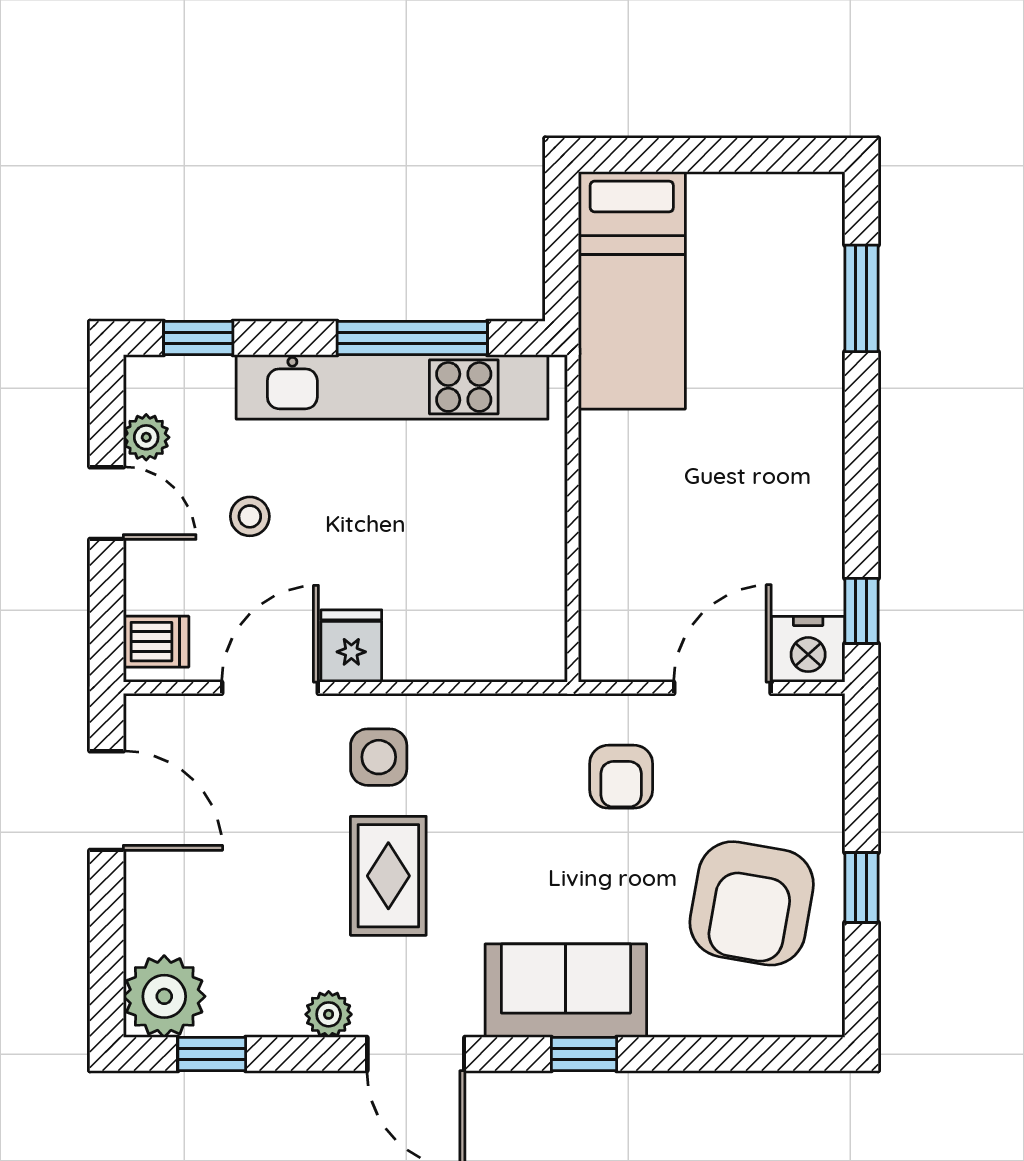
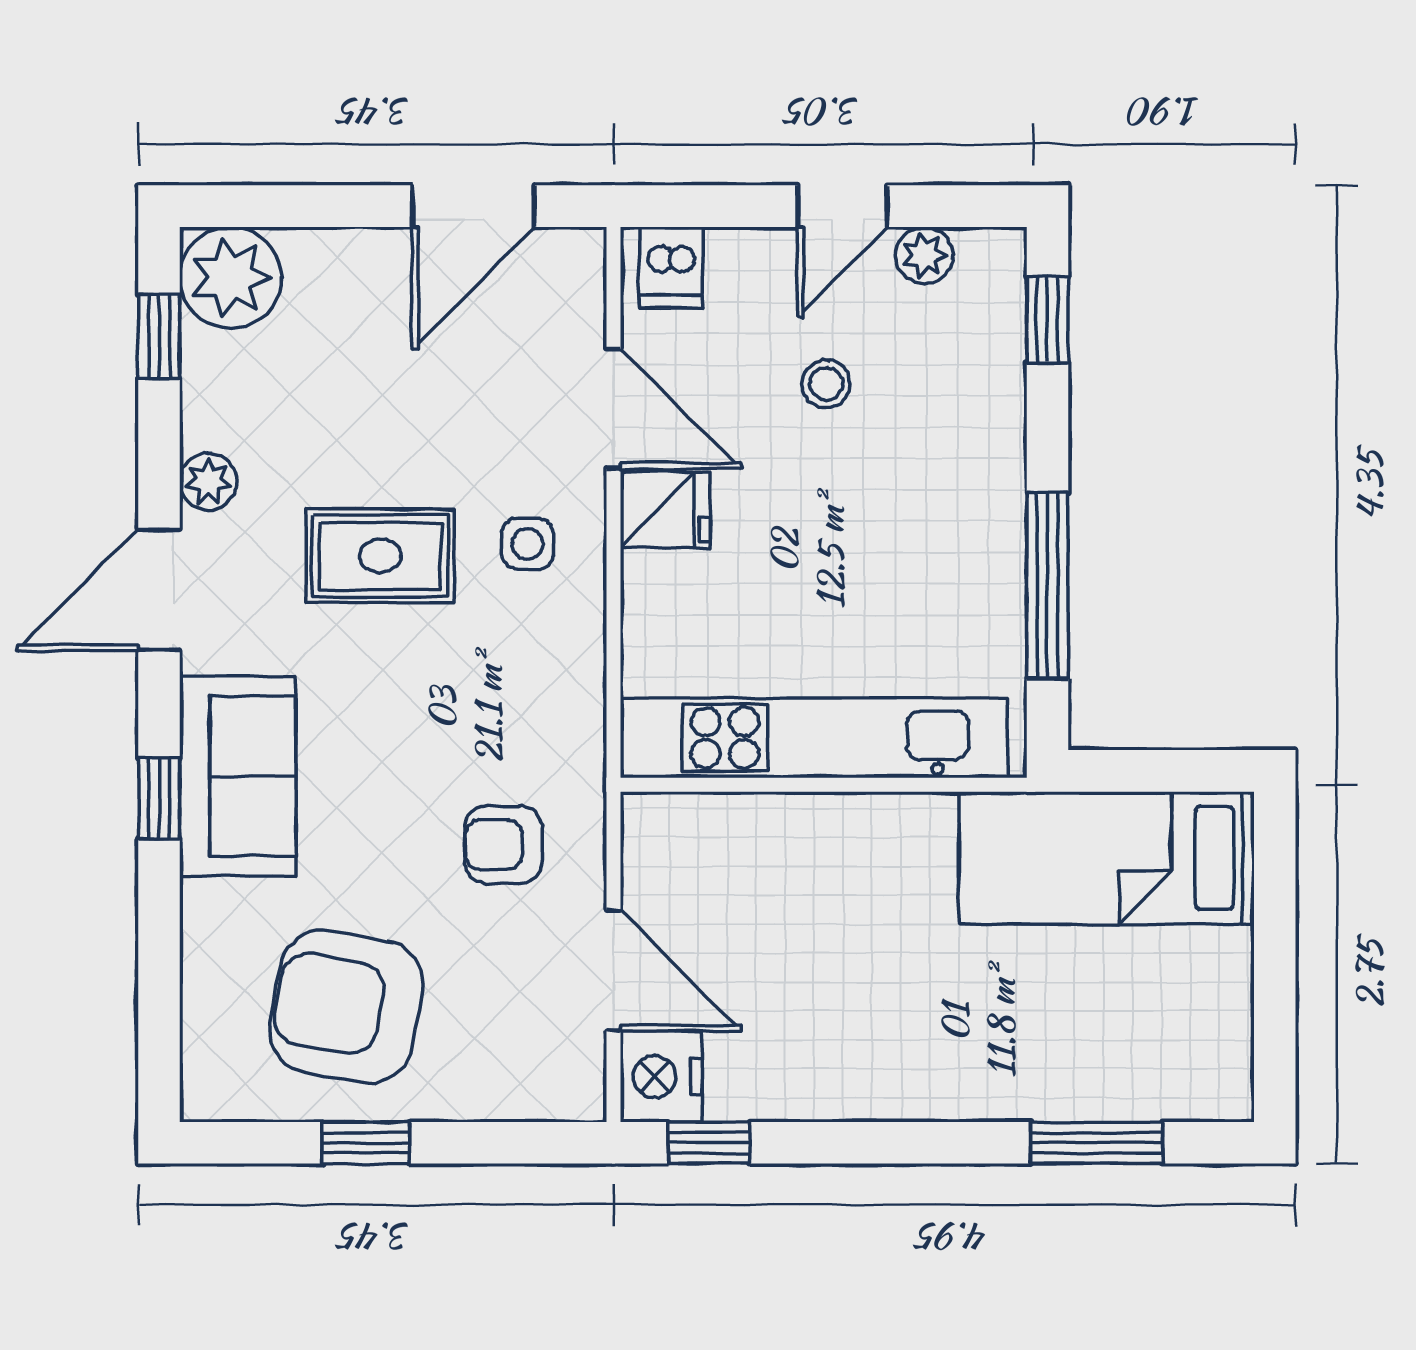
kitchen unit: (392, 387) -> (814, 738), moved, turned 90
side table: (379, 757) -> (527, 544), width x0.73, depth x0.73

